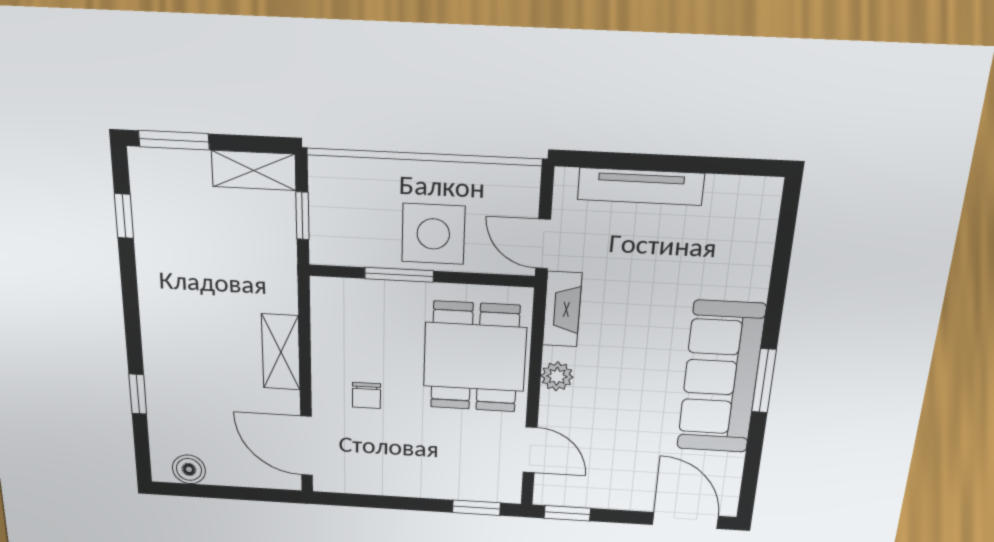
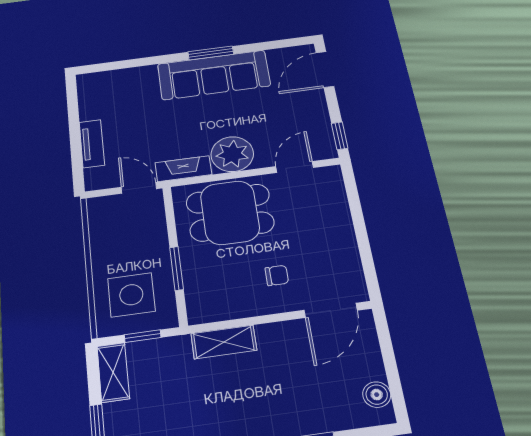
tv unit: (641, 187) -> (92, 144), width x0.71
side table: (433, 234) -> (131, 295), moved
door: (543, 244) -> (139, 188), swing flipped
shelving: (281, 352) -> (224, 342), moved
plant: (557, 376) -> (232, 154), width x1.88, depth x1.88
window: (476, 508) -> (352, 191), removed

